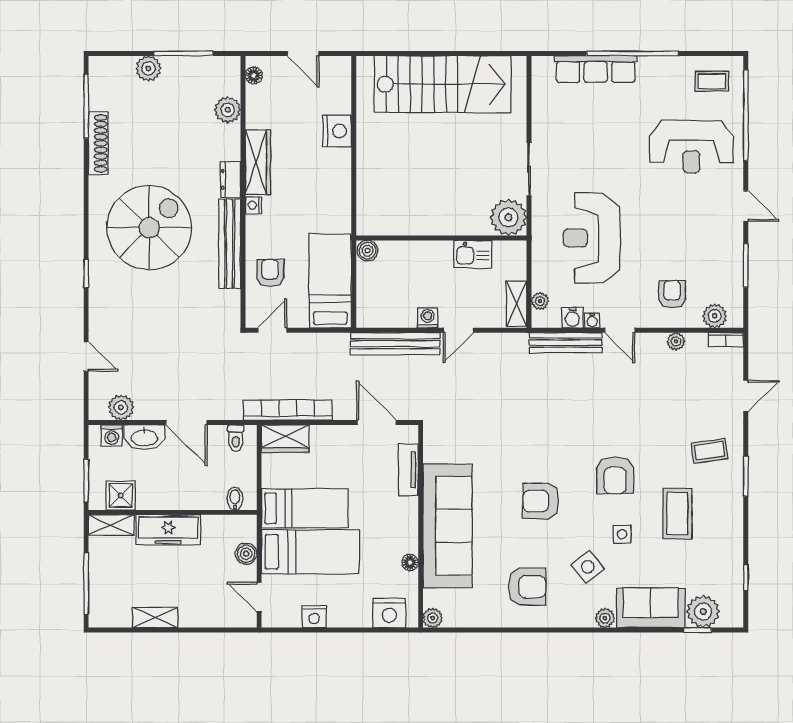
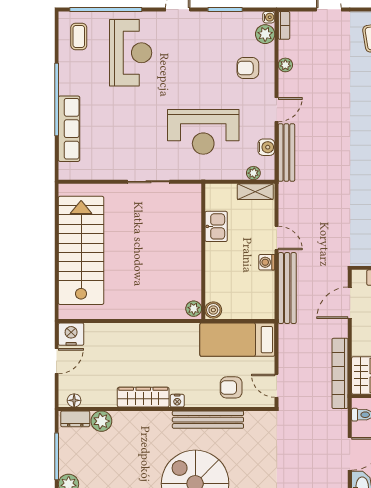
nightstand: (337, 131) -> (71, 334), moved
dresser: (231, 179) -> (75, 419), moved
plant: (508, 217) -> (194, 309), moved, width x0.53, depth x0.53
water cooler: (592, 320) -> (269, 17), moved

